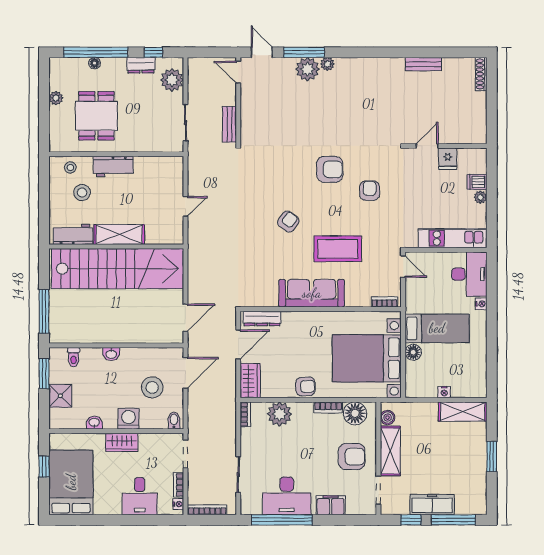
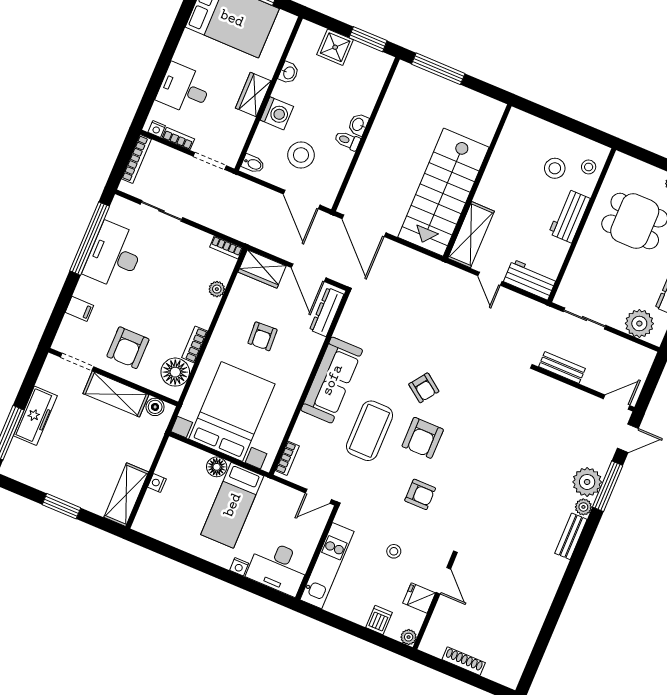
bench: (423, 64) -> (571, 536), moved
shoe rack: (481, 74) -> (464, 661), moved
armchair: (330, 169) -> (423, 438), moved
stool: (421, 192) -> (394, 551), added
plant: (480, 197) -> (409, 637), moved
workbench: (73, 234) -> (530, 280), moved, turned -90
shelving: (119, 234) -> (471, 235), moved
stairs: (118, 269) -> (443, 192), width x0.73
door: (185, 318) -> (364, 226), width x1.36
toilet: (74, 357) -> (347, 141), moved
armchair: (305, 387) -> (262, 336), moved
plant: (280, 414) -> (217, 289), width x0.53, depth x0.53
filing cabinet: (331, 505) -> (79, 309), width x0.50
window: (411, 520) -> (28, 385), removed

